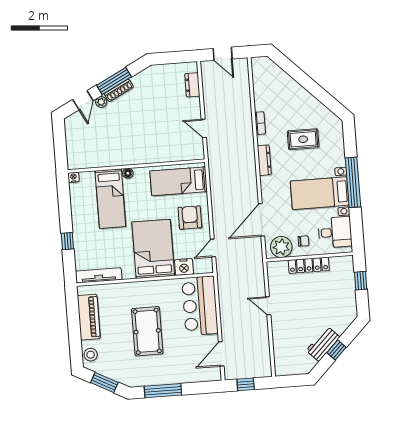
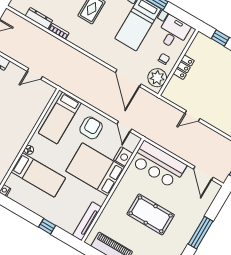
dresser: (264, 160) -> (39, 18), moved
armchair: (190, 218) -> (91, 128), turned 90
locker: (309, 265) -> (184, 67), width x0.66

